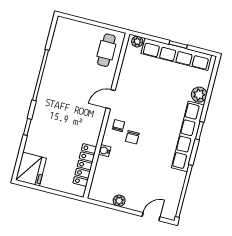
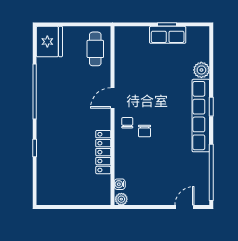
plant: (137, 42) -> (124, 32), removed
row of seats: (176, 54) -> (168, 35), width x0.50
water cooler: (105, 151) -> (120, 184), moved
locker: (85, 165) -> (103, 152), moved
fridge: (31, 169) -> (49, 42), moved
plant: (119, 201) -> (121, 199), moved

